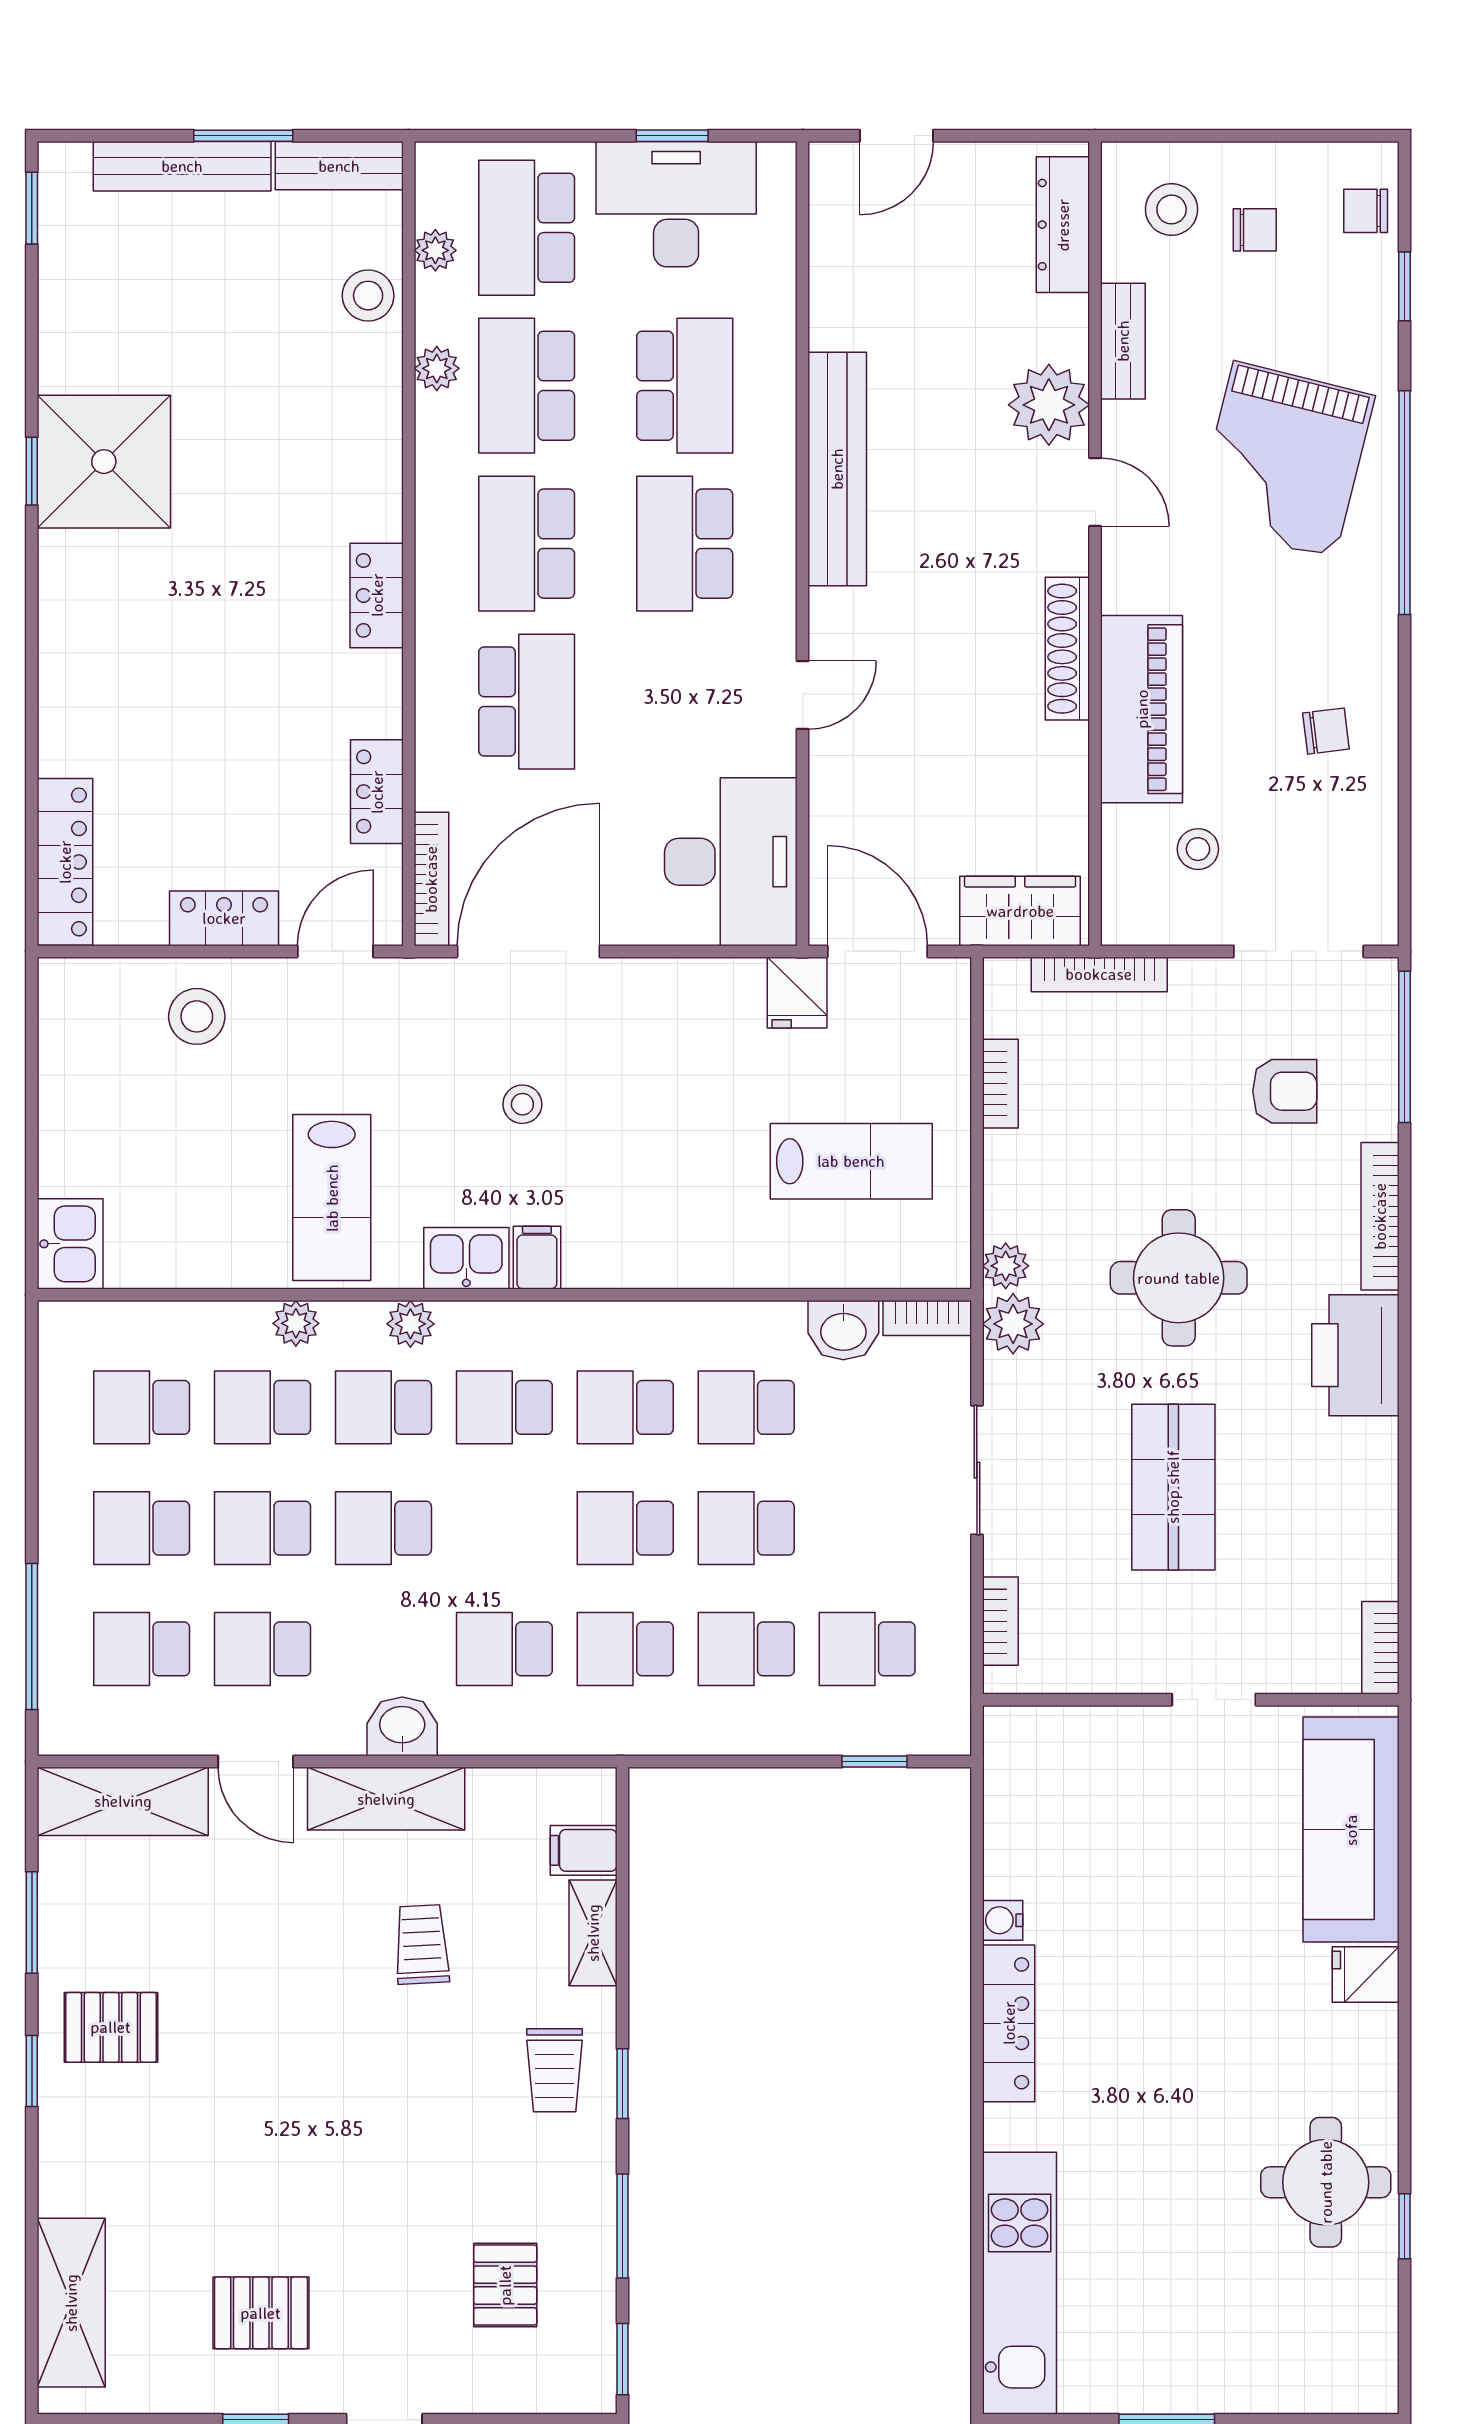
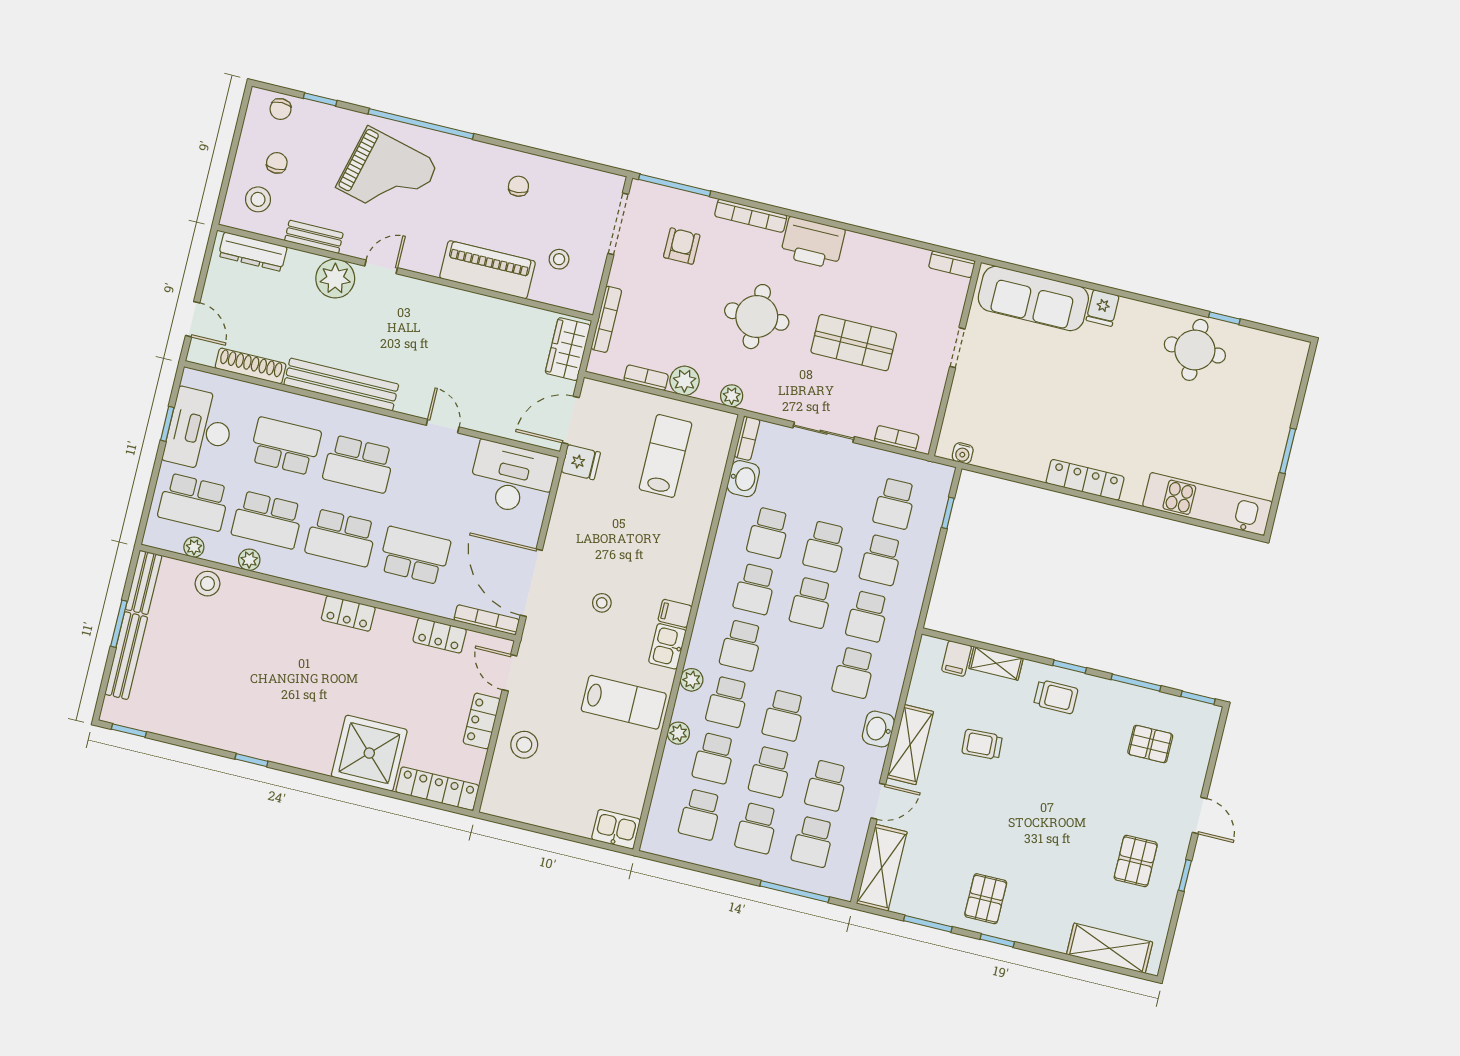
shower: (104, 462) -> (369, 753), moved
shoe rack: (1067, 649) -> (251, 366), moved, turned 180
plant: (1013, 1324) -> (685, 381), moved
water cooler: (1003, 1920) -> (963, 453), moved

